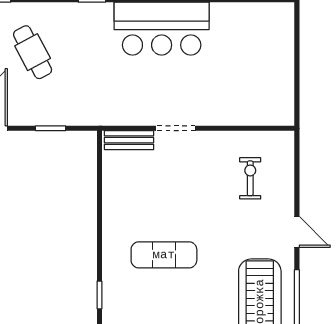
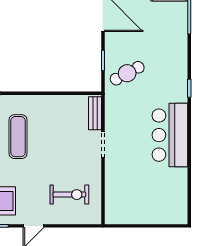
cafe table: (33, 52) -> (127, 73), moved
exercise bike: (250, 178) -> (69, 195), width x1.38, depth x1.39

